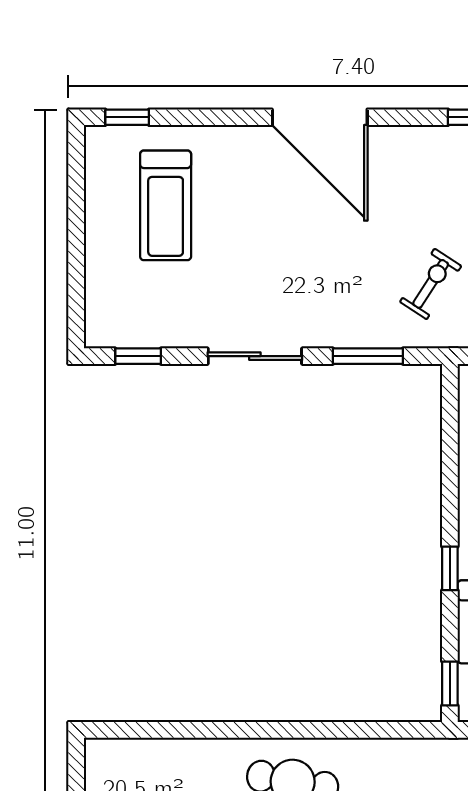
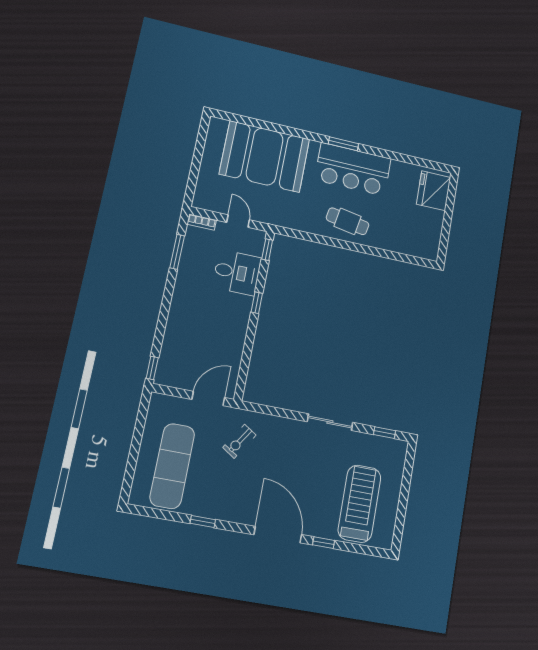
window: (127, 117) -> (324, 543), moved
treadmill: (166, 205) -> (359, 504), width x1.37, depth x1.38
window: (368, 356) -> (276, 412), removed

